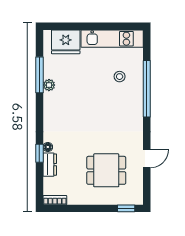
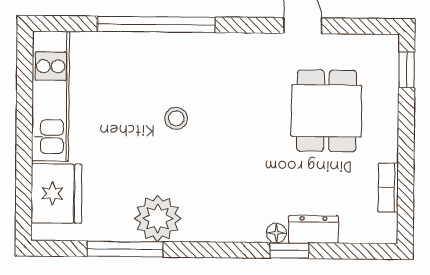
stool: (120, 77) -> (176, 118), moved
plant: (49, 85) -> (158, 218), width x1.87, depth x1.87
bookcase: (55, 200) -> (388, 188), moved

